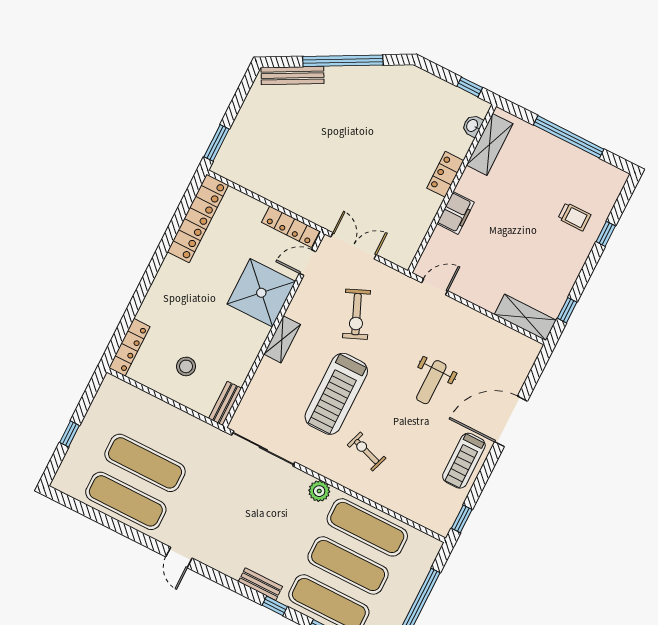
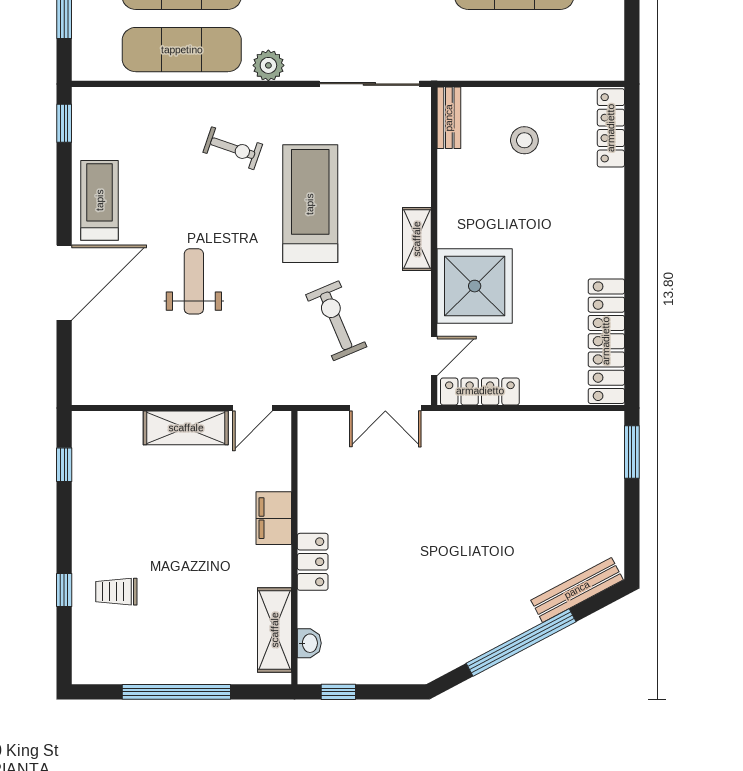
shelving: (525, 317) -> (186, 428), moved

